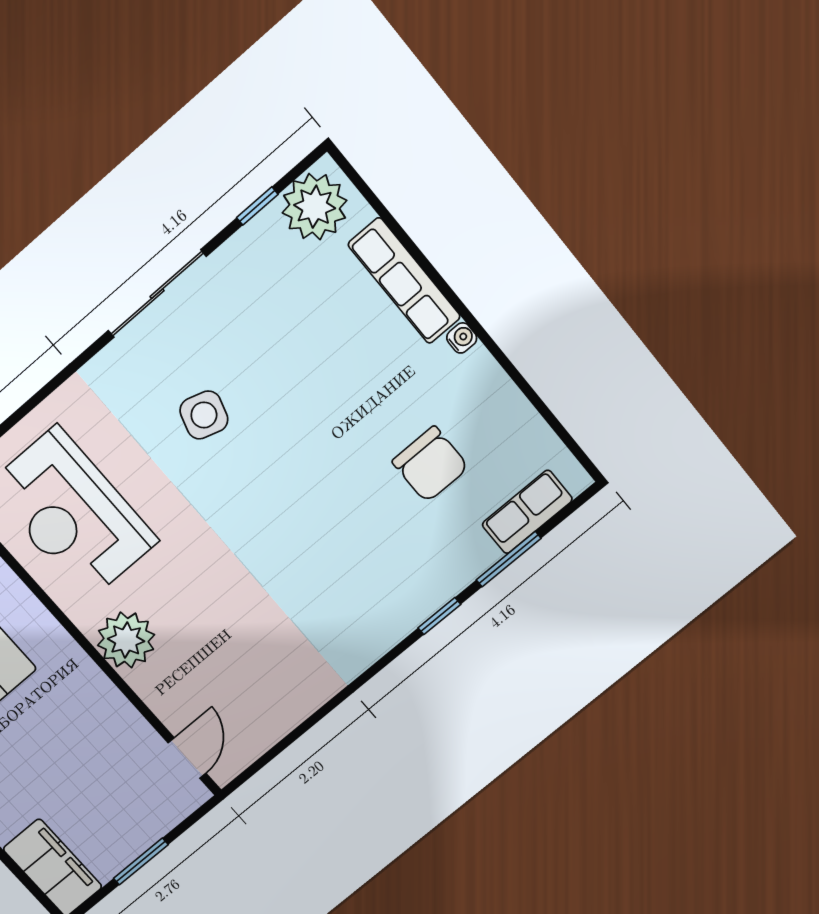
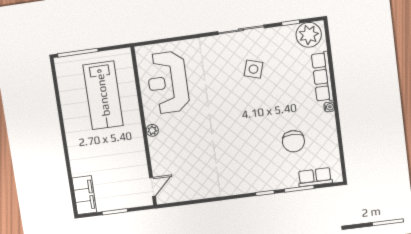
side table: (204, 415) -> (253, 69), moved
plant: (126, 640) -> (152, 130), width x0.53, depth x0.53

